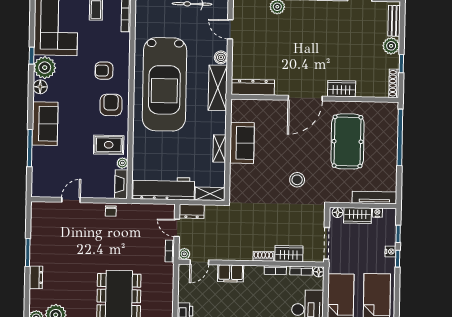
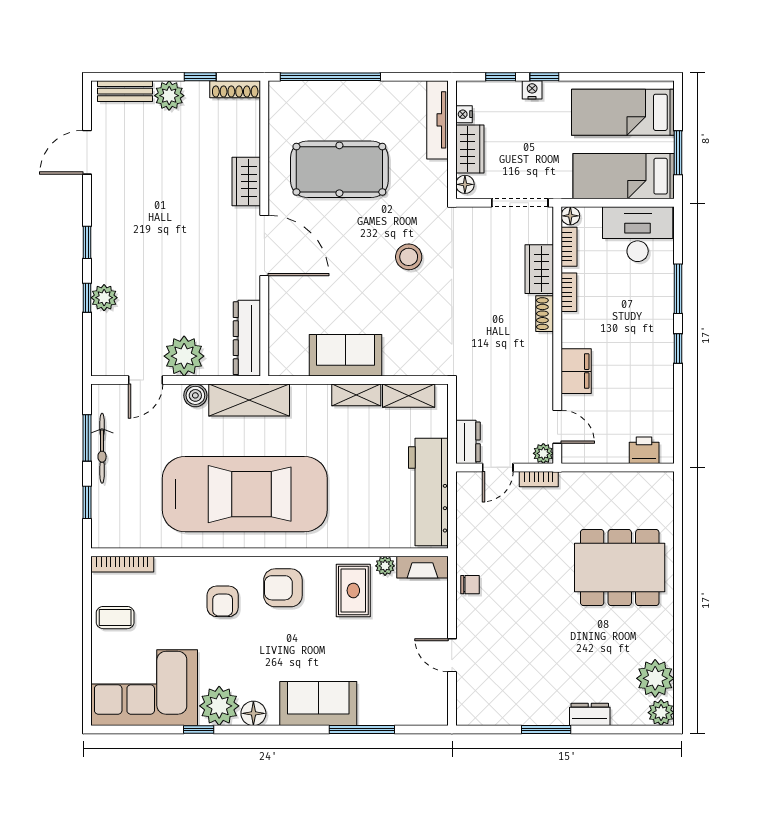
plant: (243, 51) -> (184, 356), added
shelving: (210, 194) -> (409, 396), moved, turned 90

